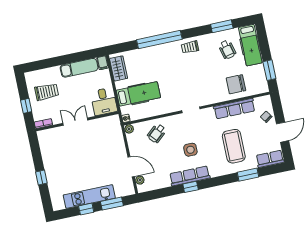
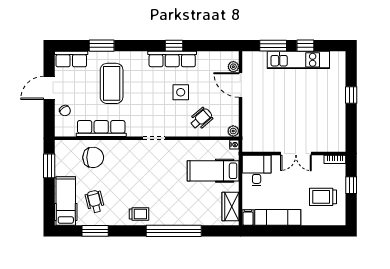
side table: (190, 150) -> (181, 92), moved

